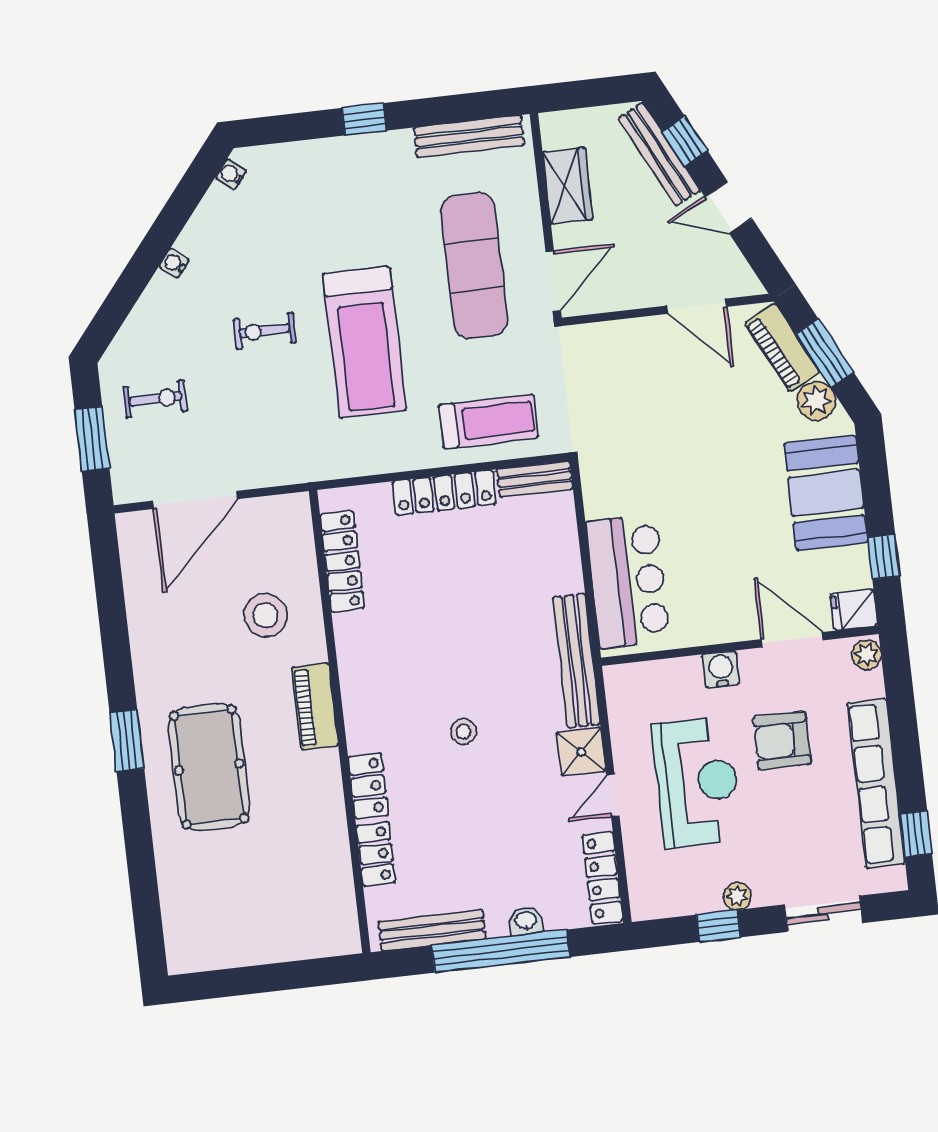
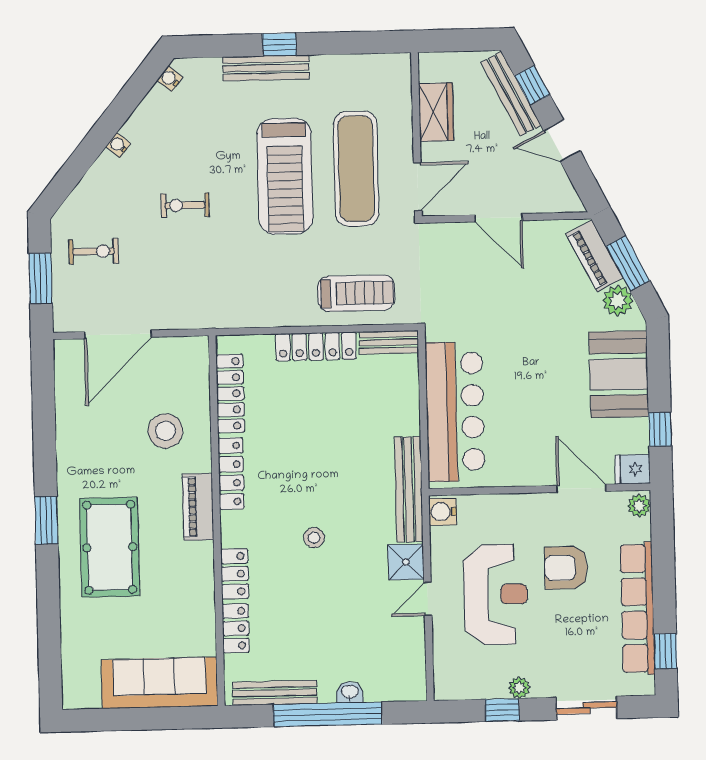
bench: (469, 136) -> (266, 68), moved
door: (697, 306) -> (498, 218), moved
treadmill: (365, 342) -> (285, 176), moved
bar counter: (628, 581) -> (455, 412), width x1.36
water cooler: (721, 669) -> (443, 512), moved, turned -90
locker: (603, 878) -> (231, 473), moved, turned 180
sofa: (287, 931) -> (160, 683), added

